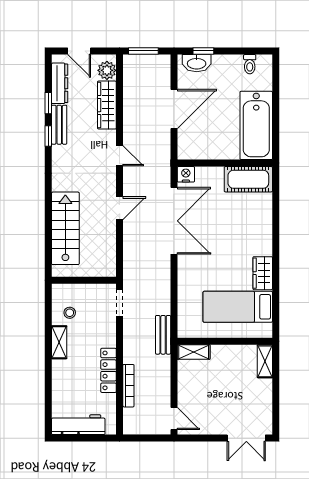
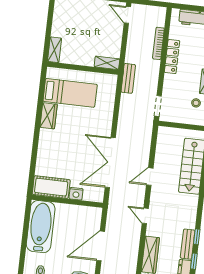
nightstand: (186, 174) -> (76, 194), moved

